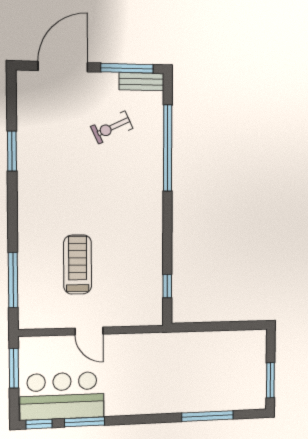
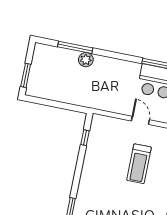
window: (270, 380) -> (26, 75), moved
plant: (189, 402) -> (86, 60), added

